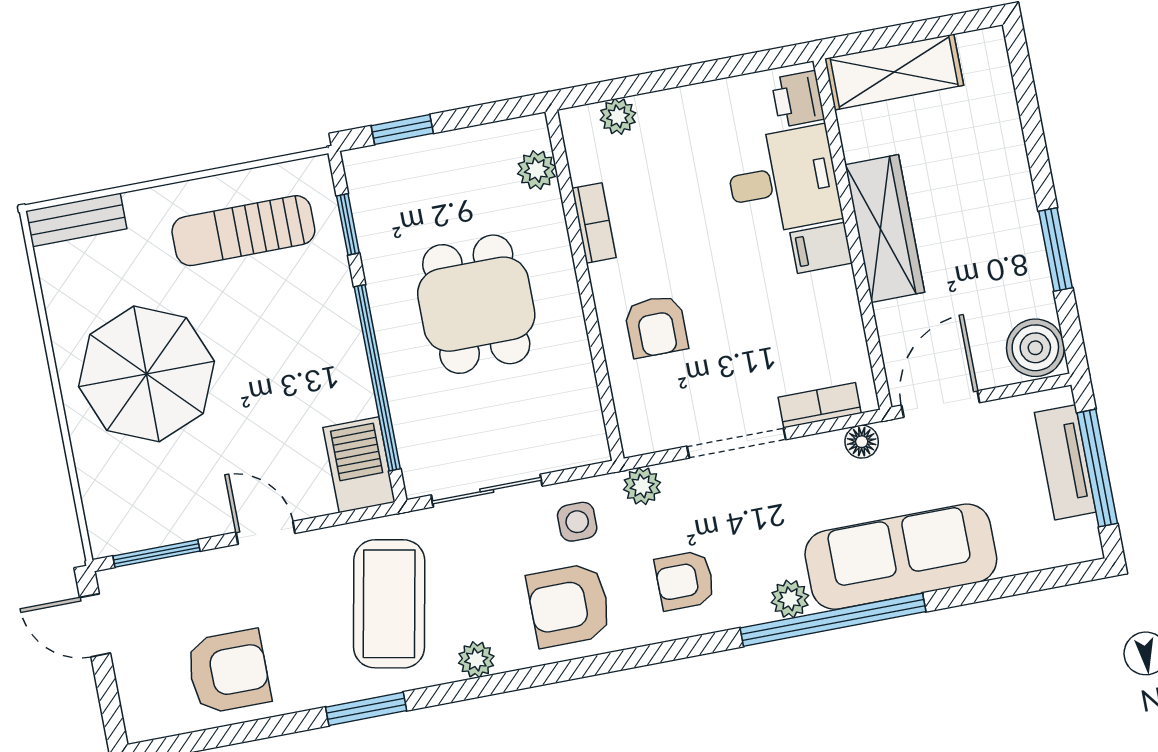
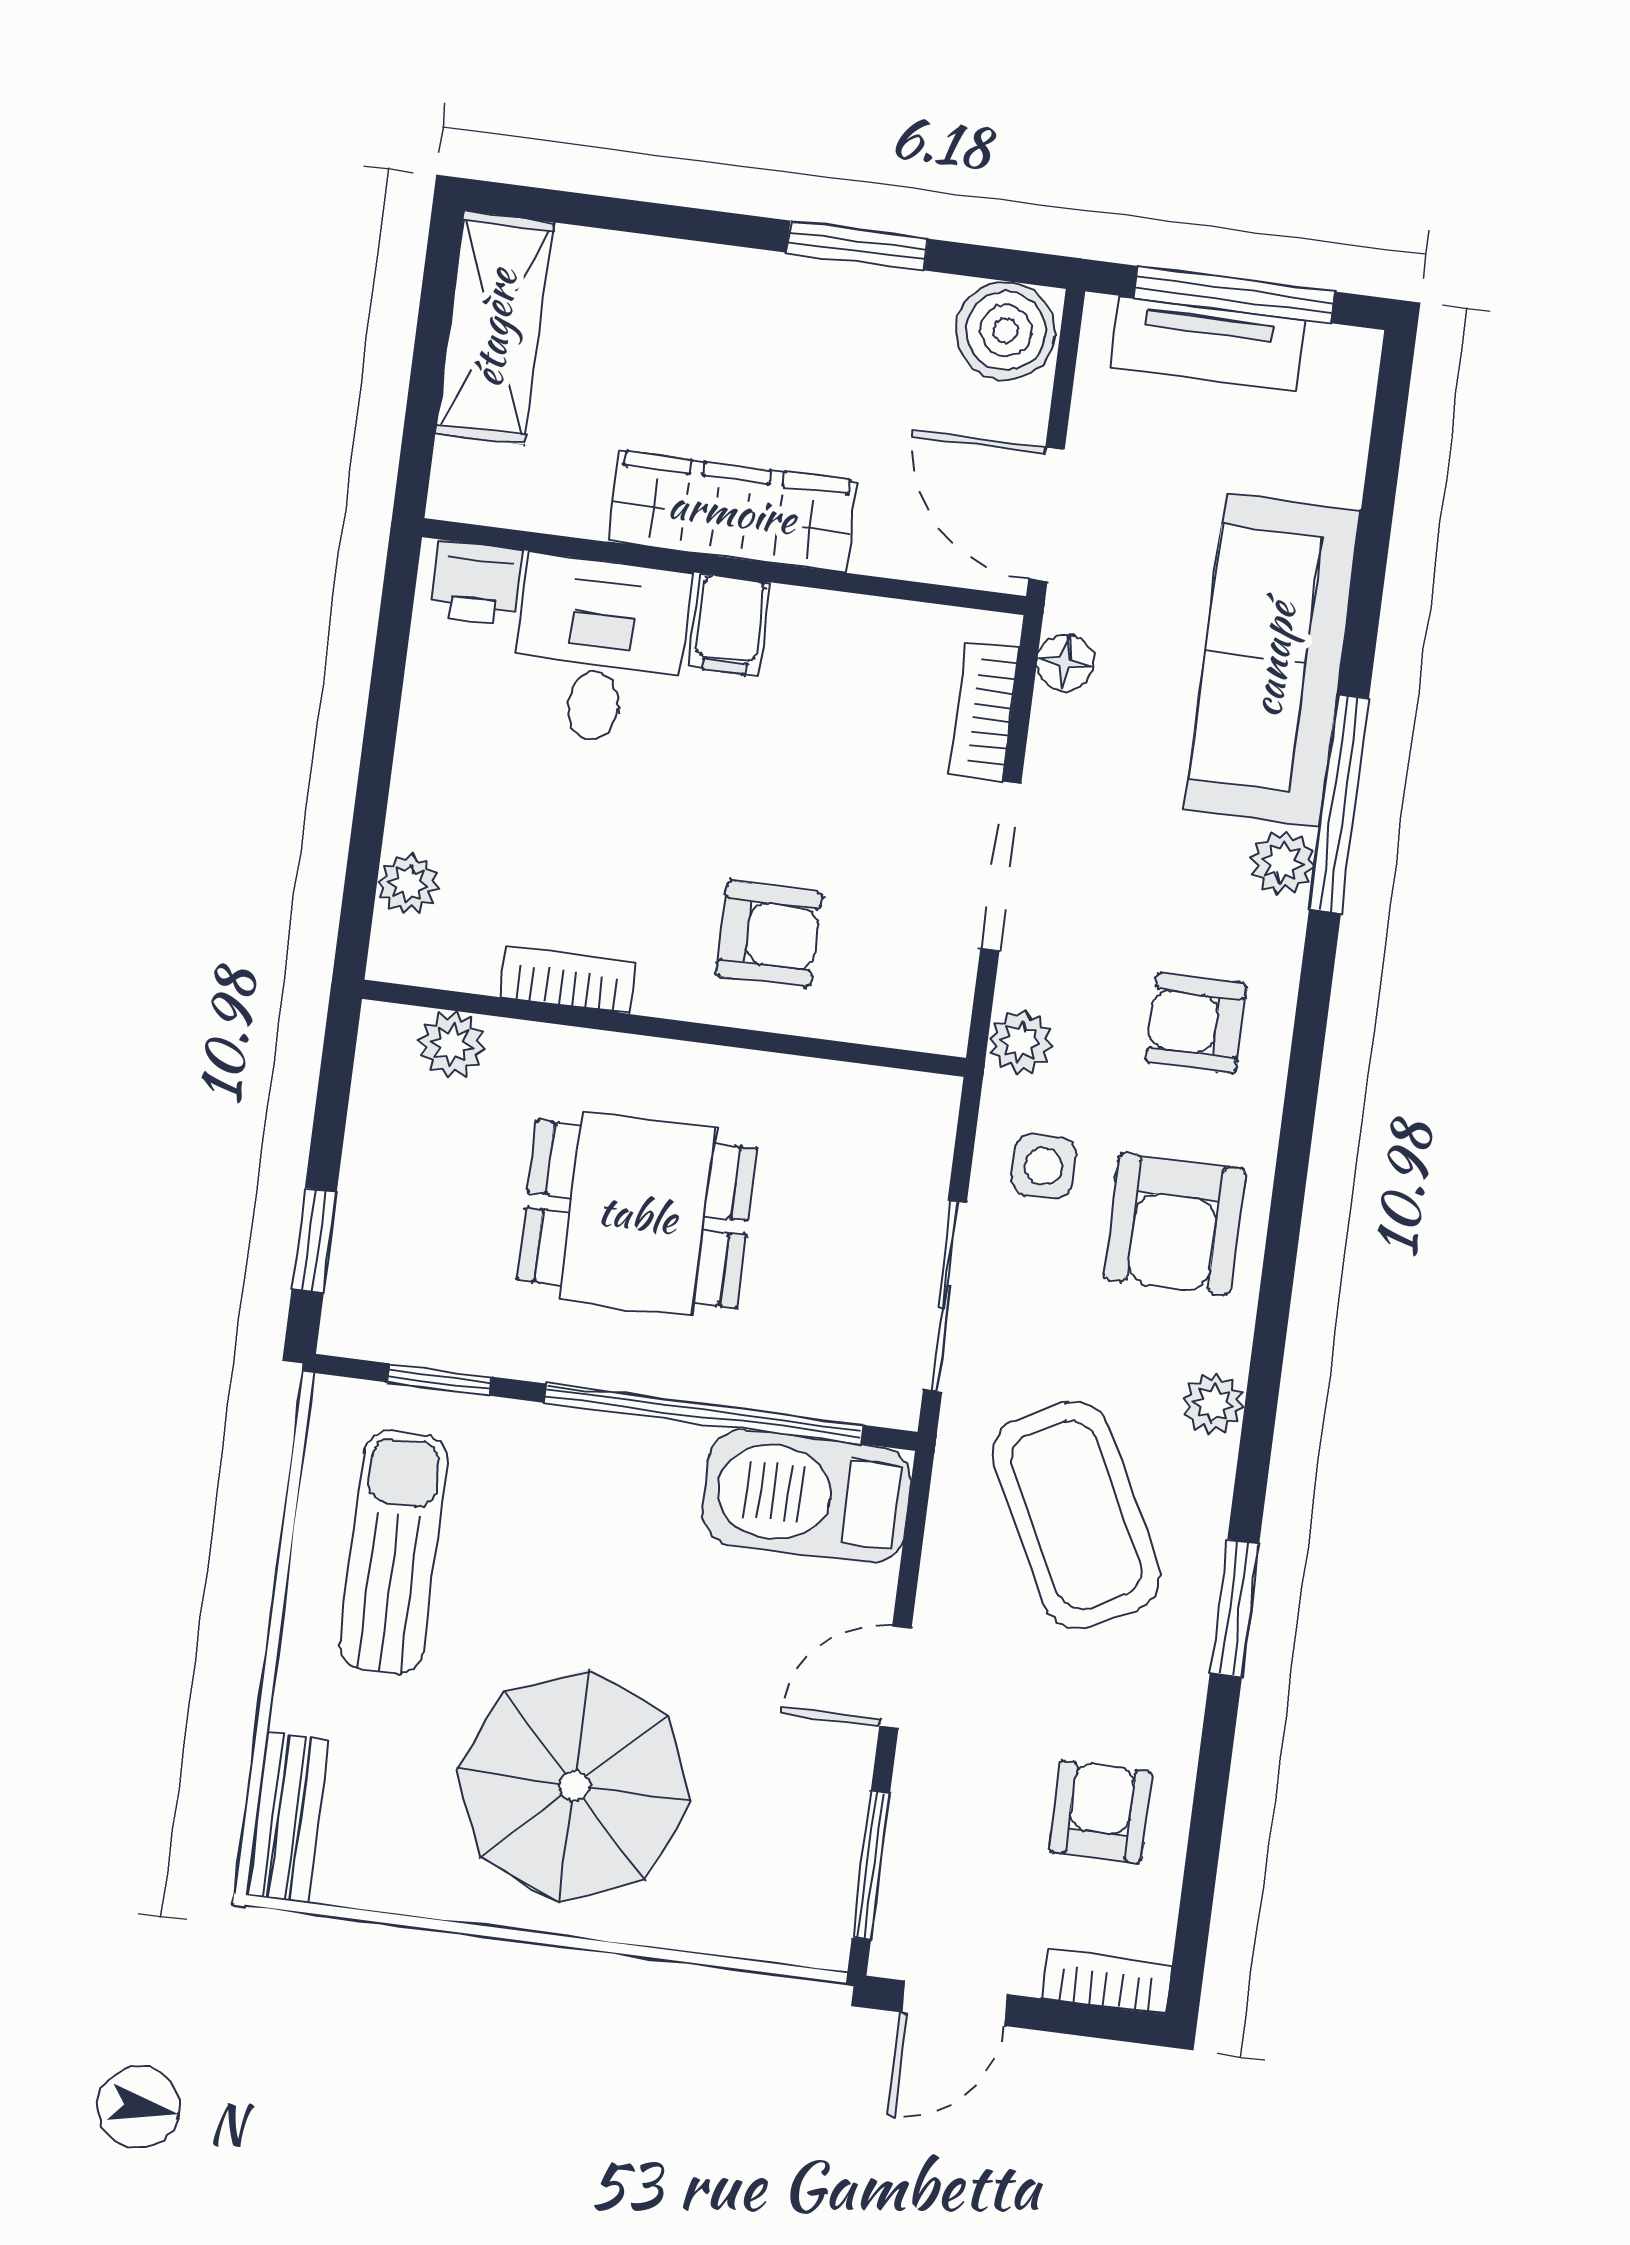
shelving: (894, 72) -> (494, 328), moved
sun lounger: (243, 231) -> (394, 1552), turned 180
barbecue: (359, 465) -> (807, 1496), width x1.37, depth x1.21
armchair: (685, 580) -> (1196, 1023), turned 90
coffee table: (389, 604) -> (1076, 1515), turned 52
window: (833, 620) -> (1339, 804), width x0.68
armchair: (228, 672) -> (1101, 1812), width x0.72, depth x0.72
bookcase: (135, 706) -> (1107, 1982), added

